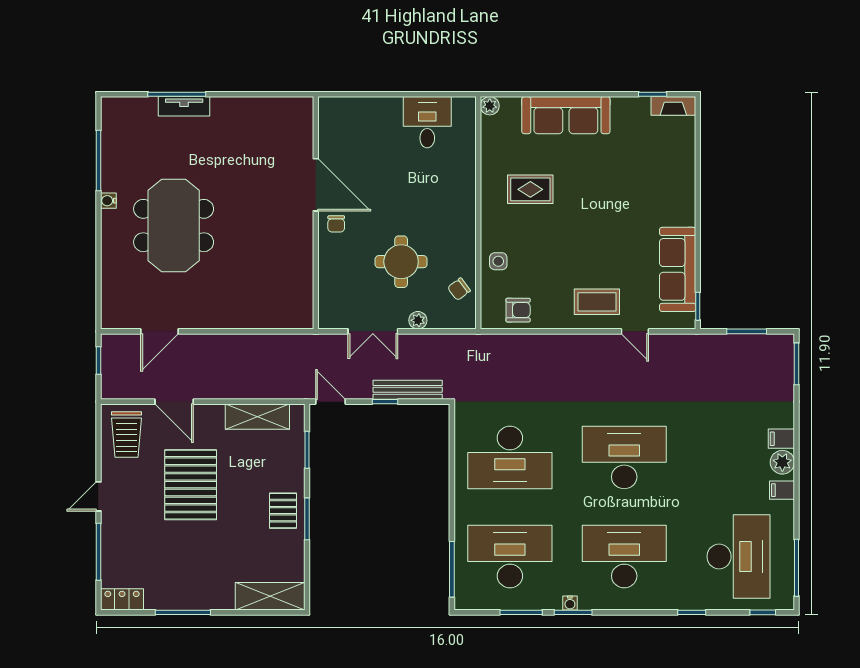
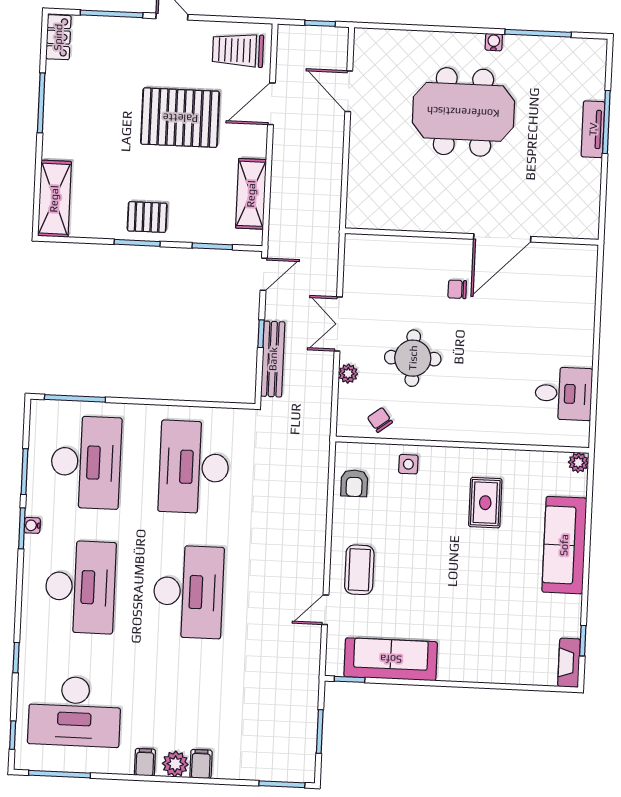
door: (316, 185) -> (502, 238), moved
wall: (316, 213) -> (472, 236), moved

